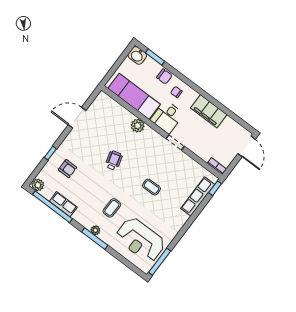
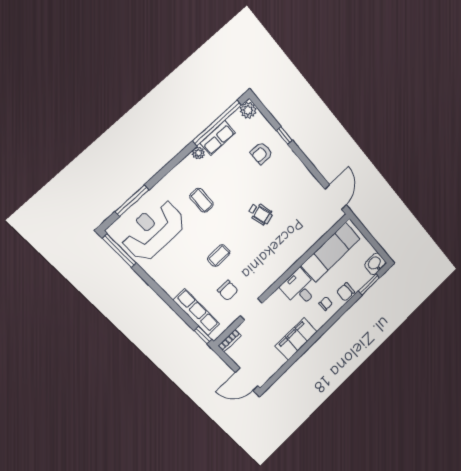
door: (77, 118) -> (336, 197), moved
plant: (138, 126) -> (296, 251), removed
doorway: (175, 142) -> (251, 309), moved
chair: (177, 175) -> (228, 290), added
plant: (95, 230) -> (198, 153), moved
window: (95, 239) -> (132, 201), moved

